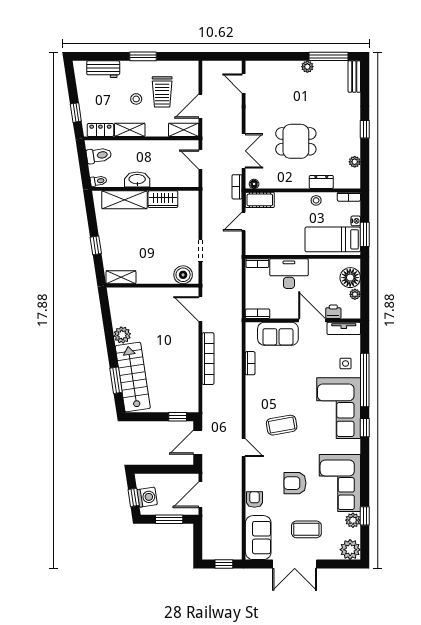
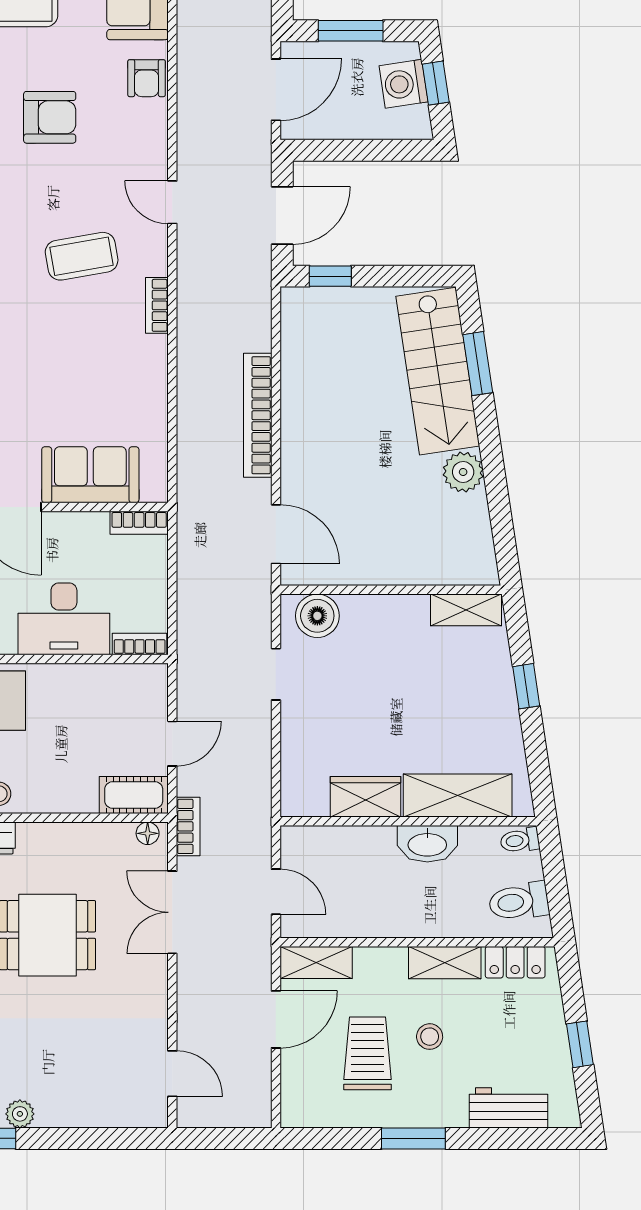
window: (76, 113) -> (580, 1044), moved
bookcase: (250, 363) -> (157, 305), moved

